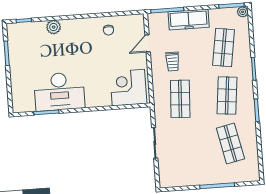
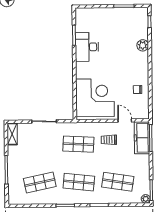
freezer: (189, 20) -> (142, 138), moved
corner desk: (128, 88) -> (95, 98), width x1.36, depth x1.36
desk: (59, 92) -> (87, 47), width x0.73, depth x0.77
shelving: (173, 181) -> (12, 134), added

